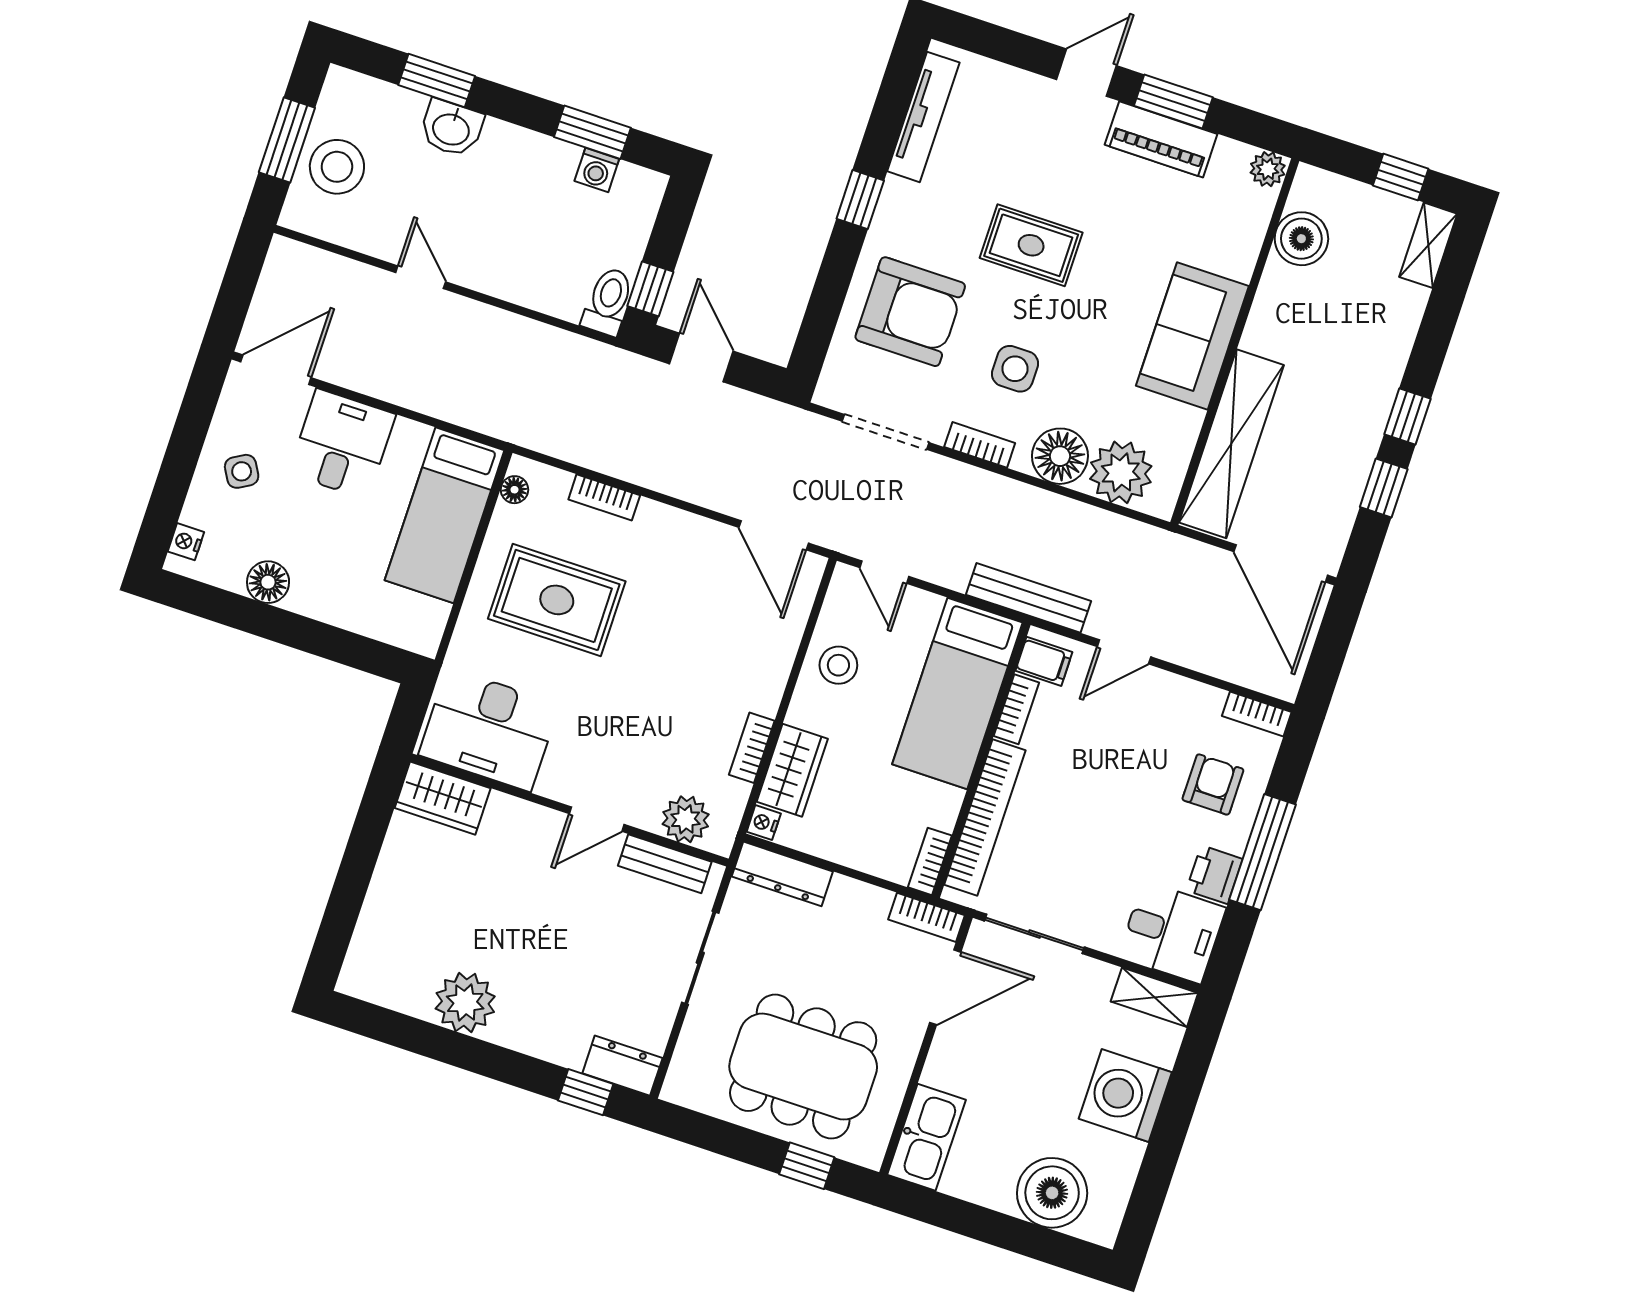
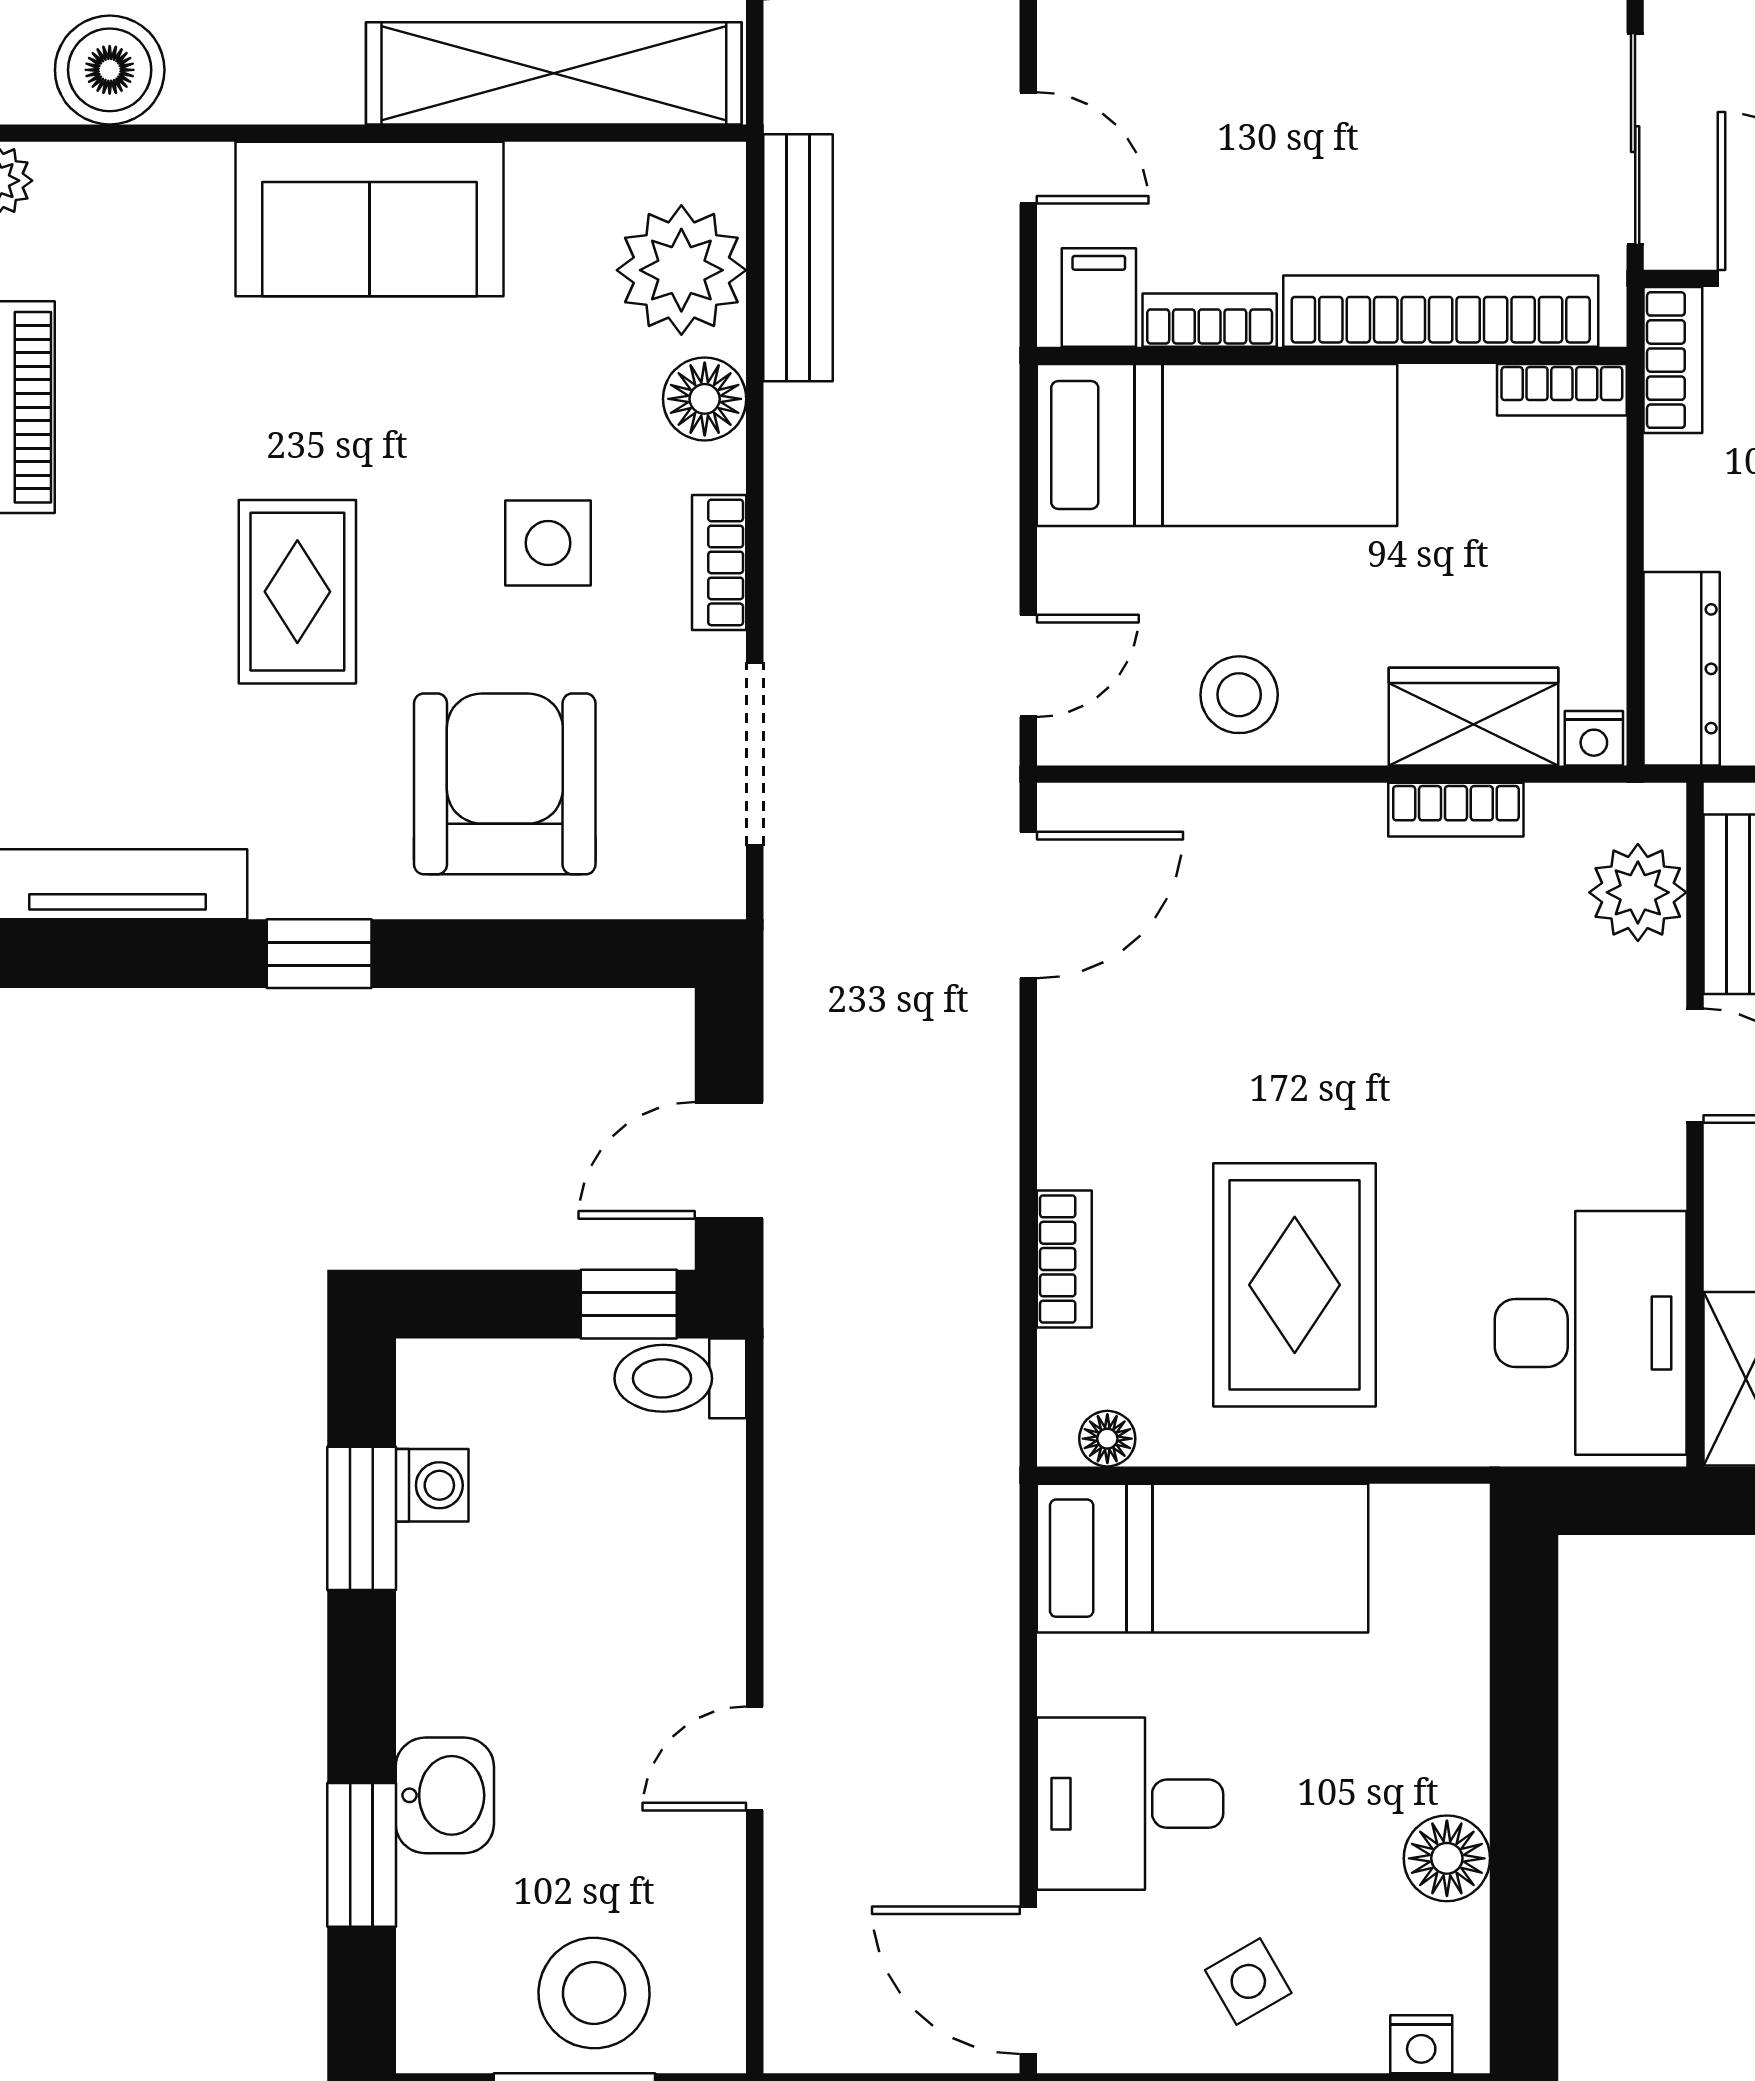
floor lamp: (1060, 456) -> (705, 399), width x0.73, depth x0.73
bench: (1028, 598) -> (798, 258), moved

